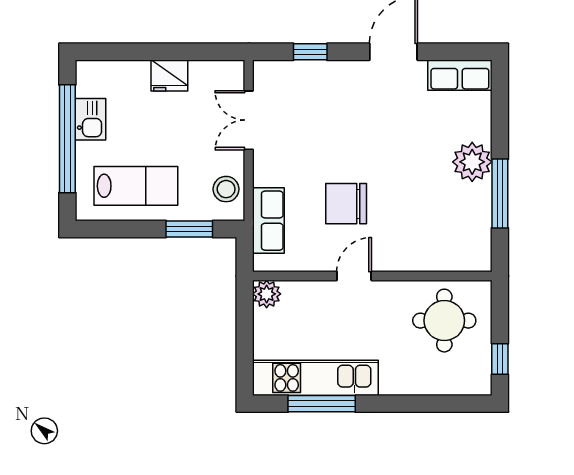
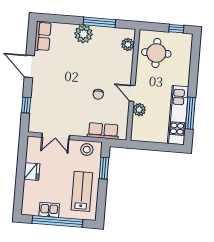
chair: (346, 204) -> (98, 94), width x0.54, depth x0.54
plant: (458, 258) -> (128, 44), added
plant: (267, 294) -> (139, 110), moved

